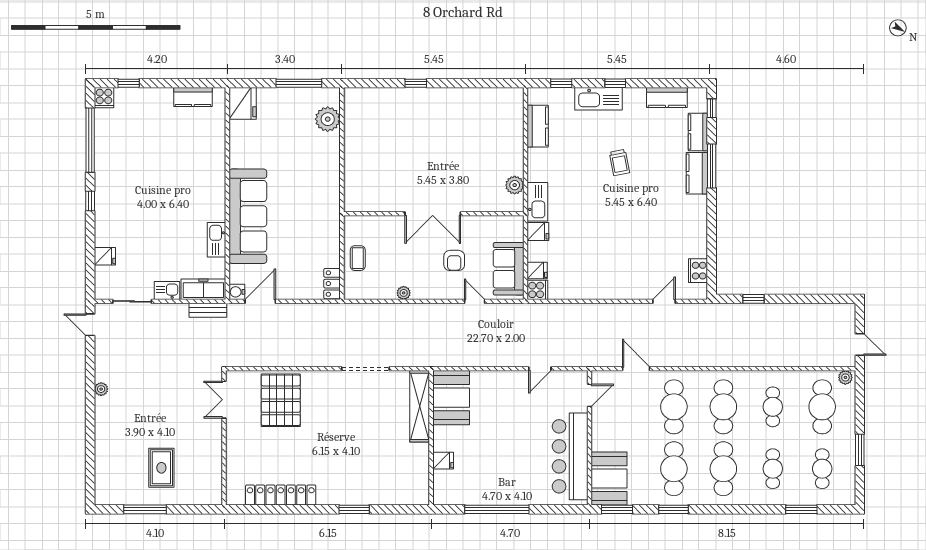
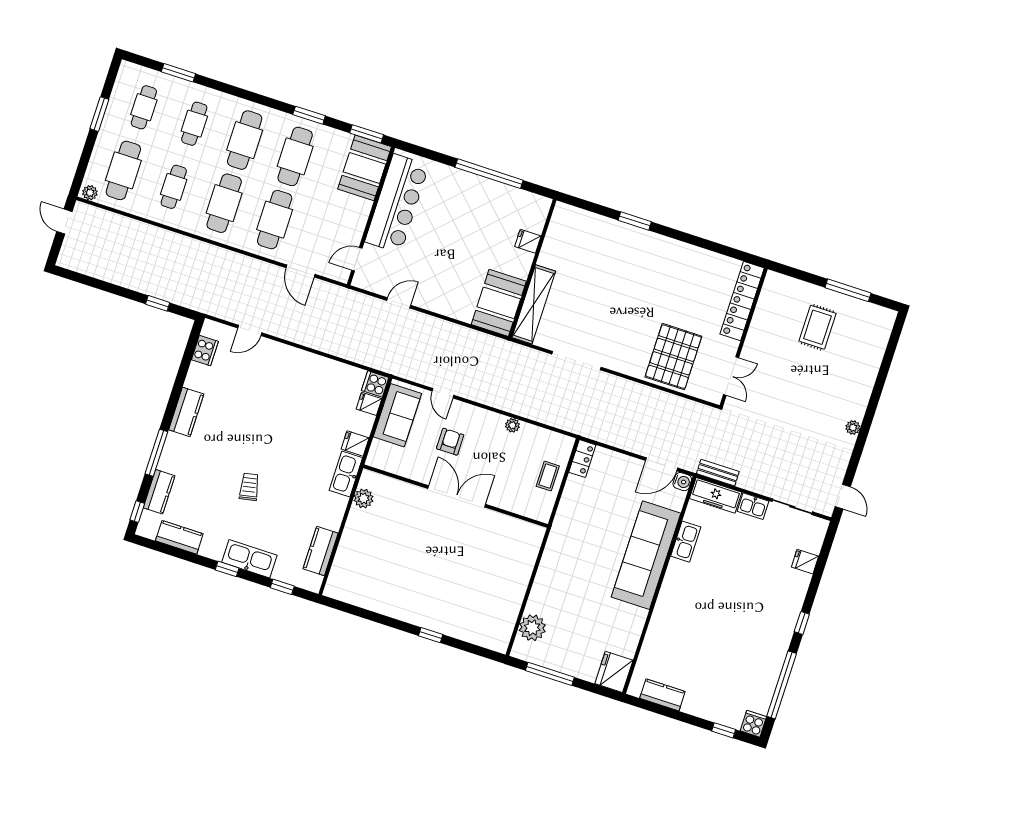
kitchen counter: (697, 173) -> (186, 412), moved
locker: (281, 495) -> (742, 301), moved, turned 90

